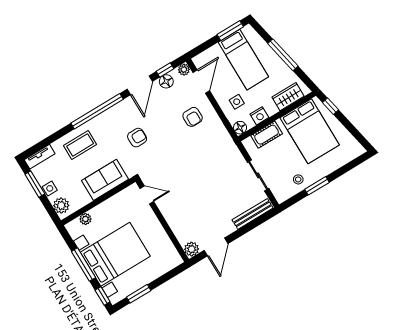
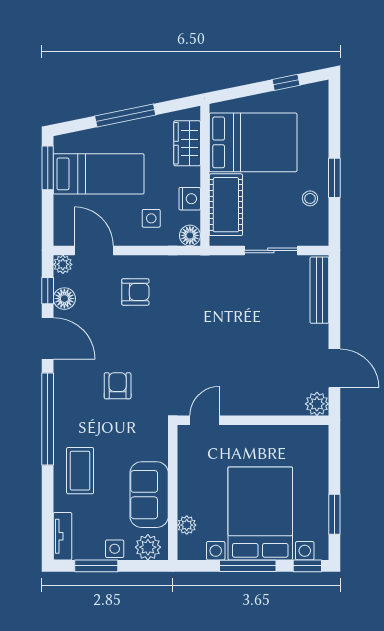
window: (331, 106) -> (286, 82), moved
cot: (267, 135) -> (226, 205), width x1.37, depth x1.34
sofa: (105, 180) -> (149, 495), moved

